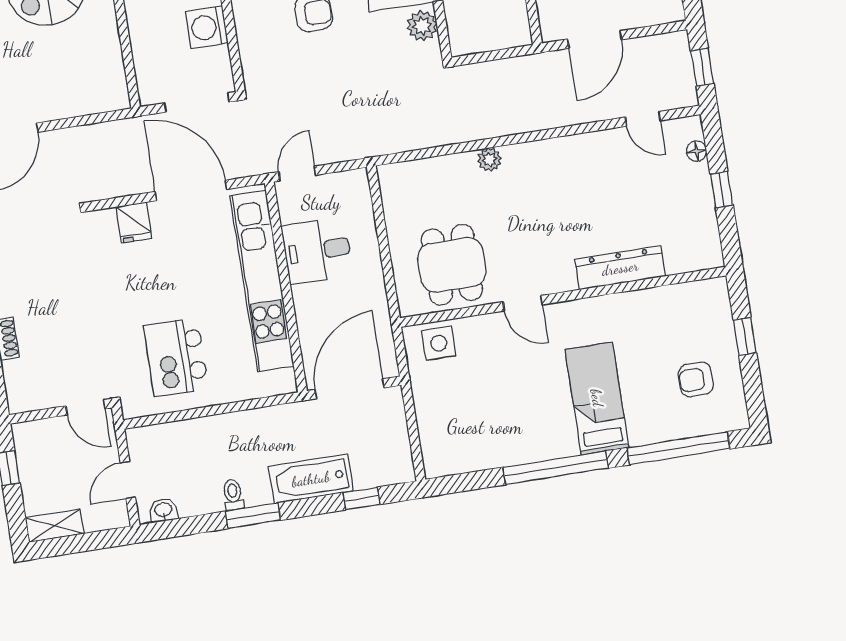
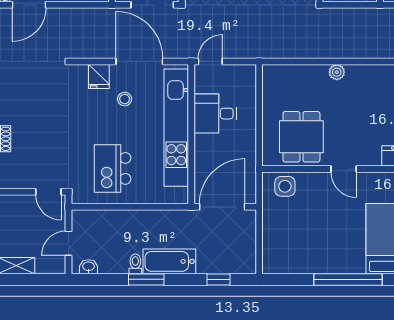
stool: (178, 250) -> (125, 99), added
bathtub: (311, 479) -> (169, 261), moved

